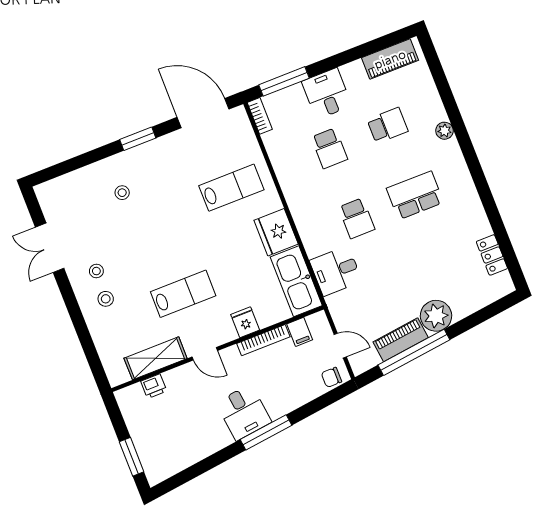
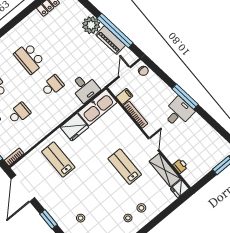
fridge: (245, 322) -> (180, 189), moved

